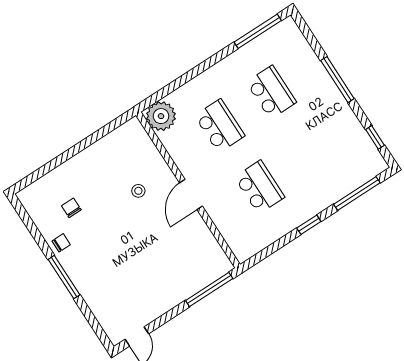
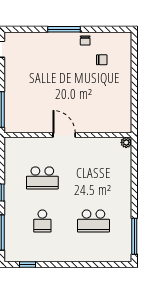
window: (337, 80) -> (76, 265), removed
plant: (161, 116) -> (126, 142), width x0.53, depth x0.53
school desk: (220, 126) -> (42, 221), moved, width x0.54
stool: (138, 191) -> (86, 106), removed

